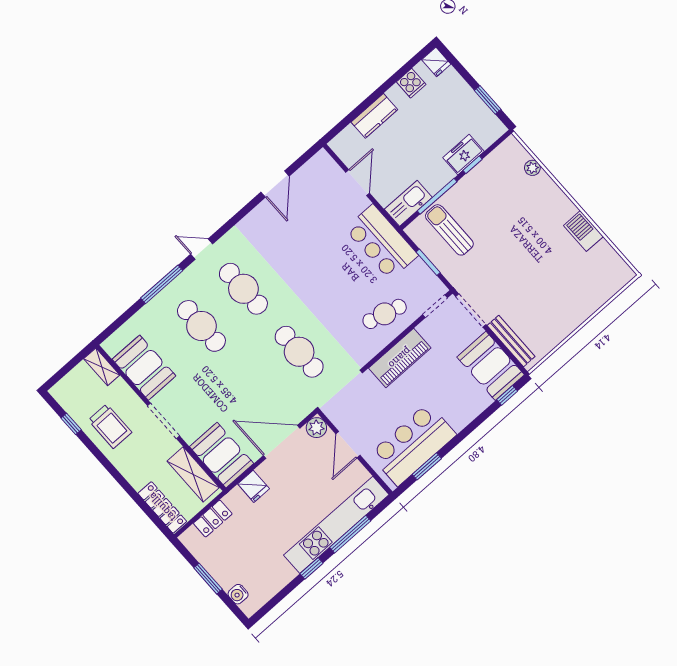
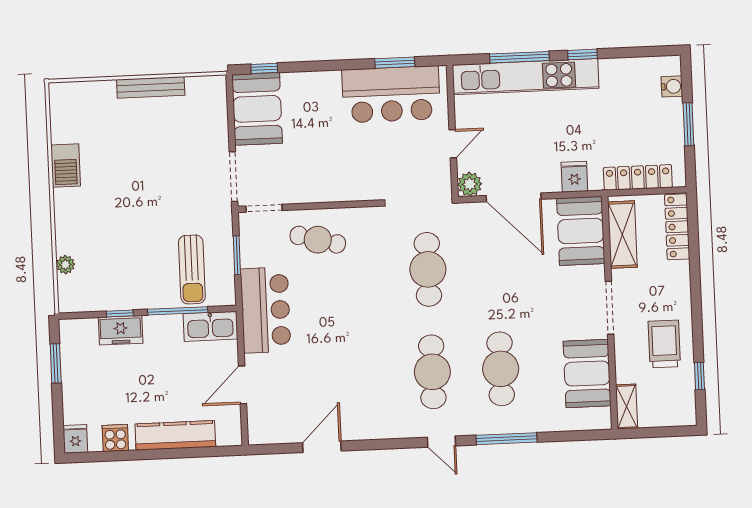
kitchen counter: (374, 116) -> (175, 435), width x1.50
bench: (511, 341) -> (151, 87), moved, turned 90
piano: (400, 358) -> (337, 186), removed
door: (348, 445) -> (453, 144), width x0.73
locker: (213, 519) -> (638, 178), width x1.53

